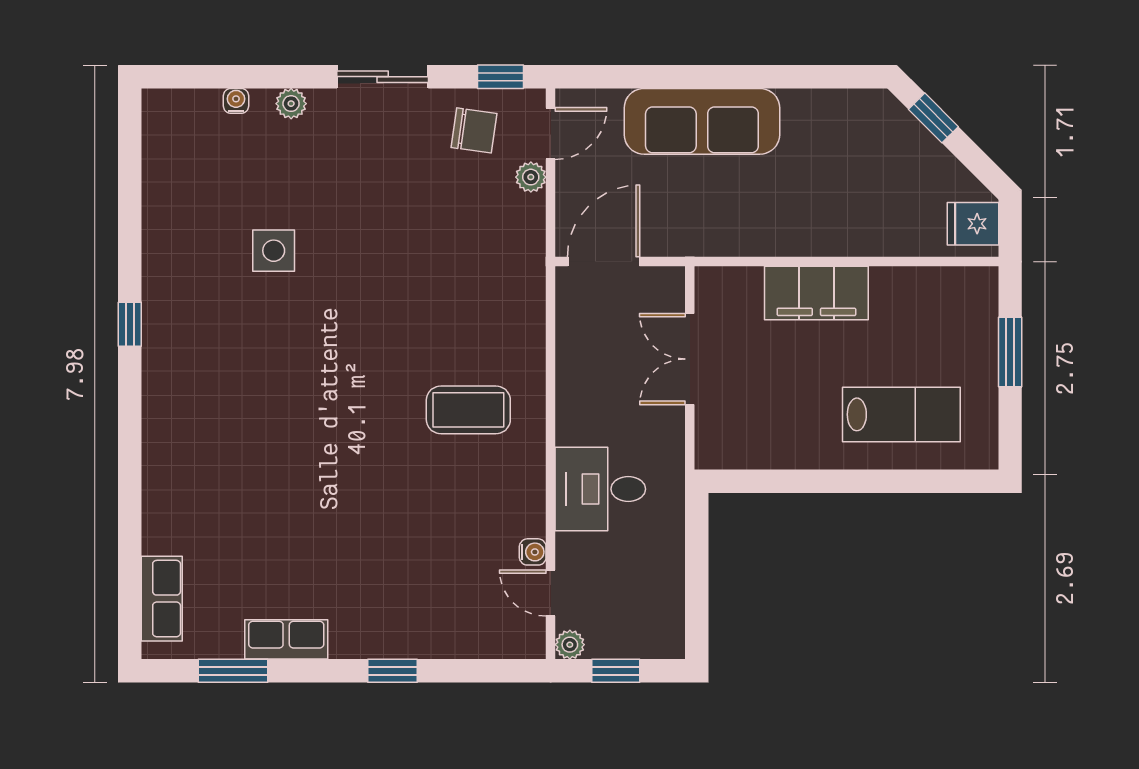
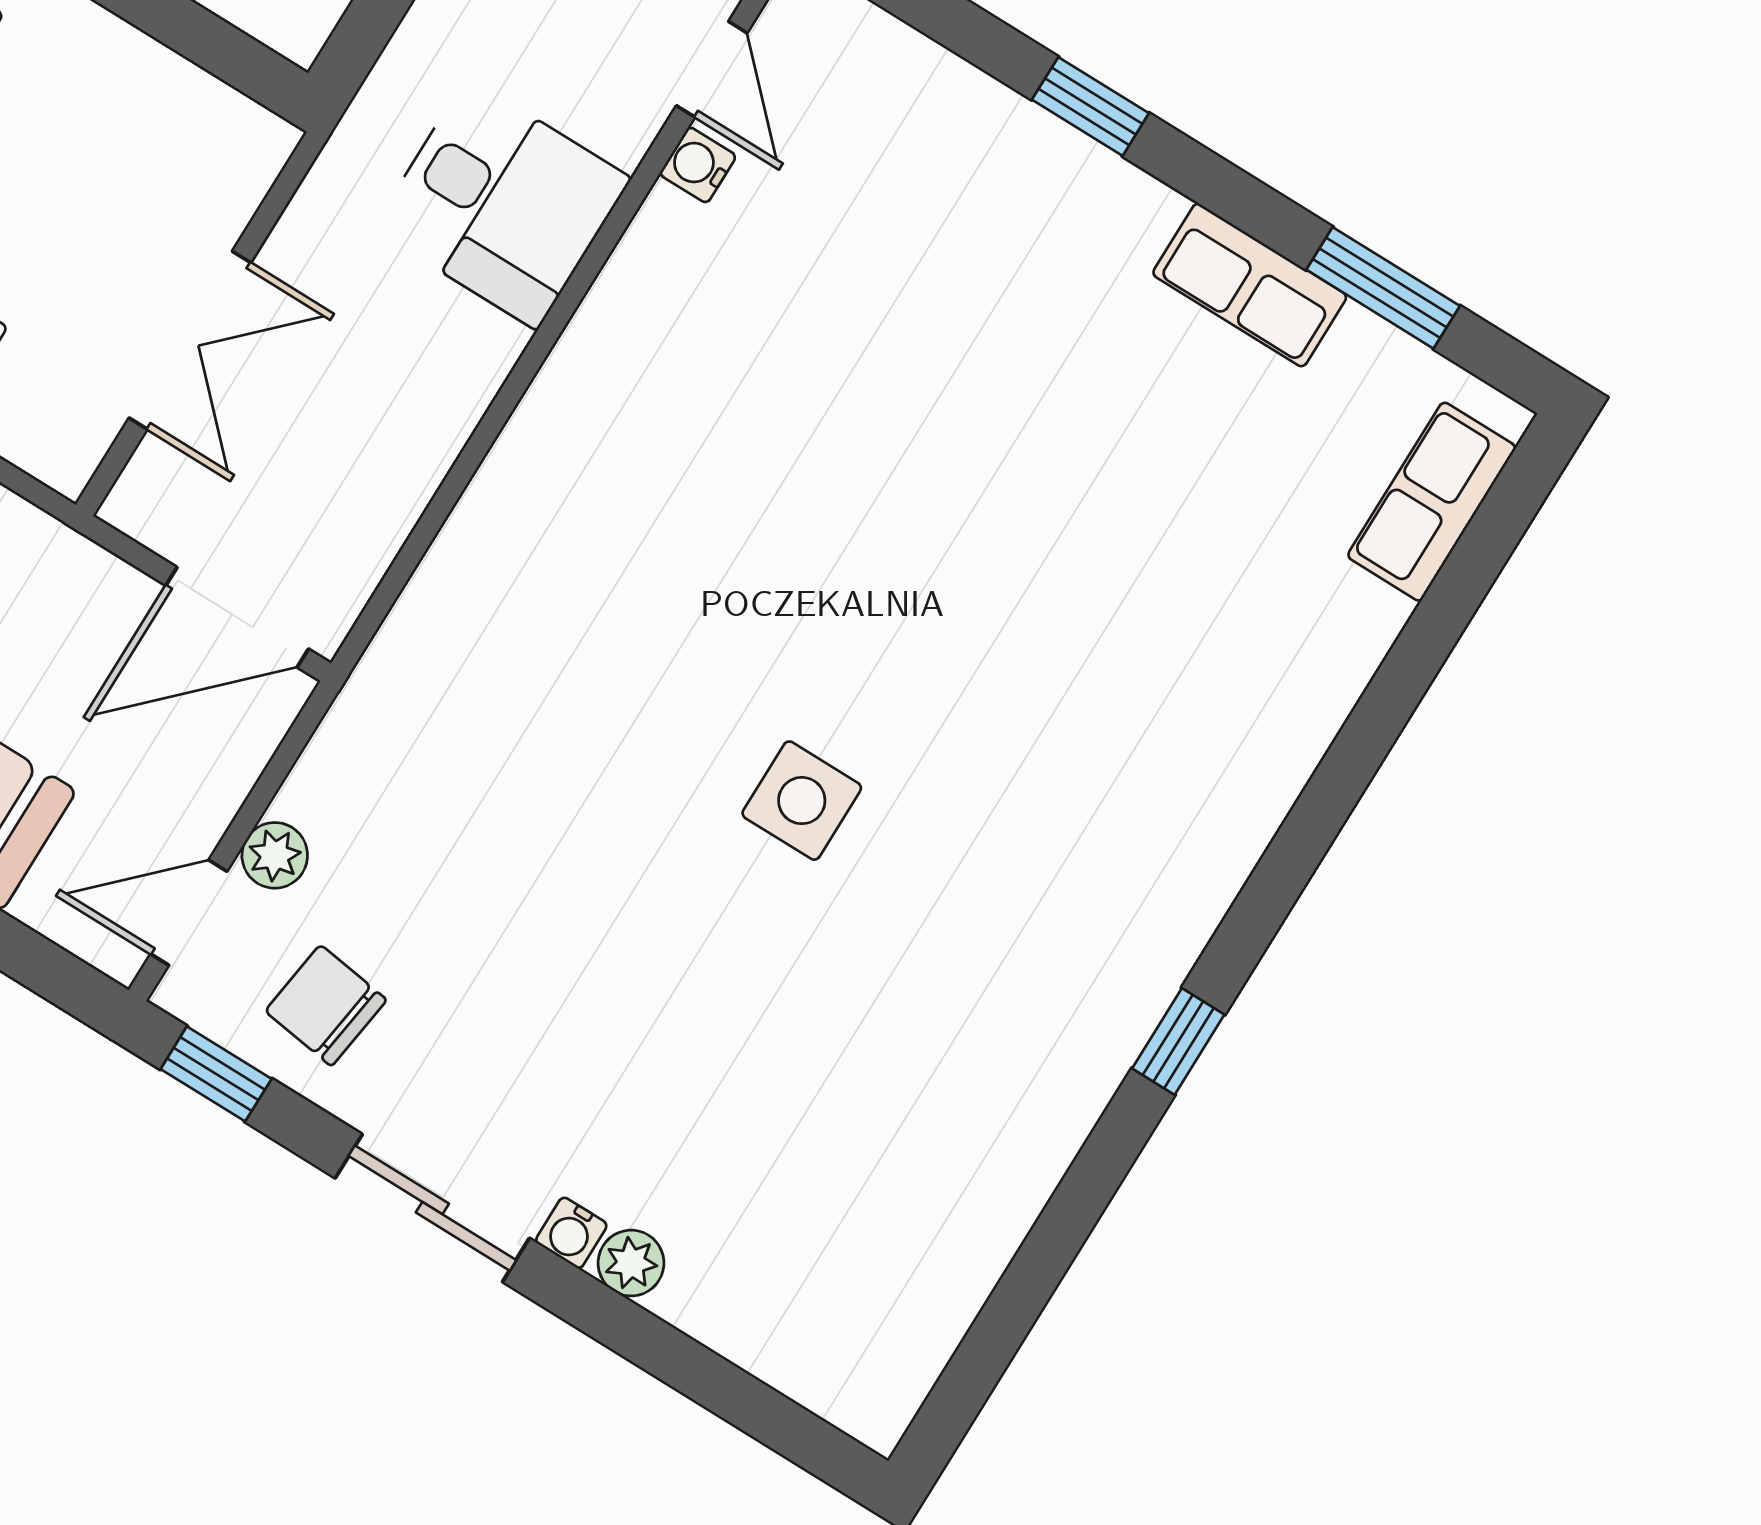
water cooler: (236, 101) -> (571, 1233), moved
side table: (274, 251) -> (802, 801), moved
coffee table: (468, 410) -> (654, 499), removed

